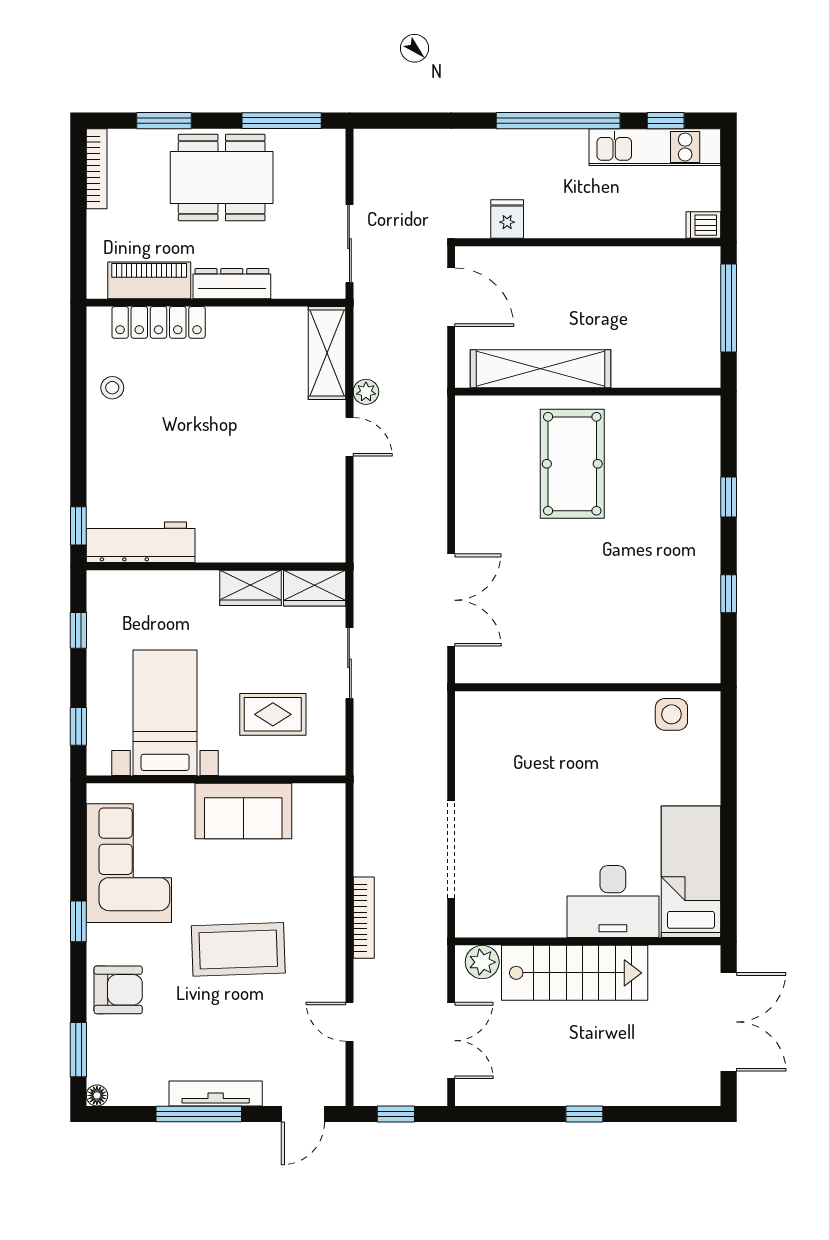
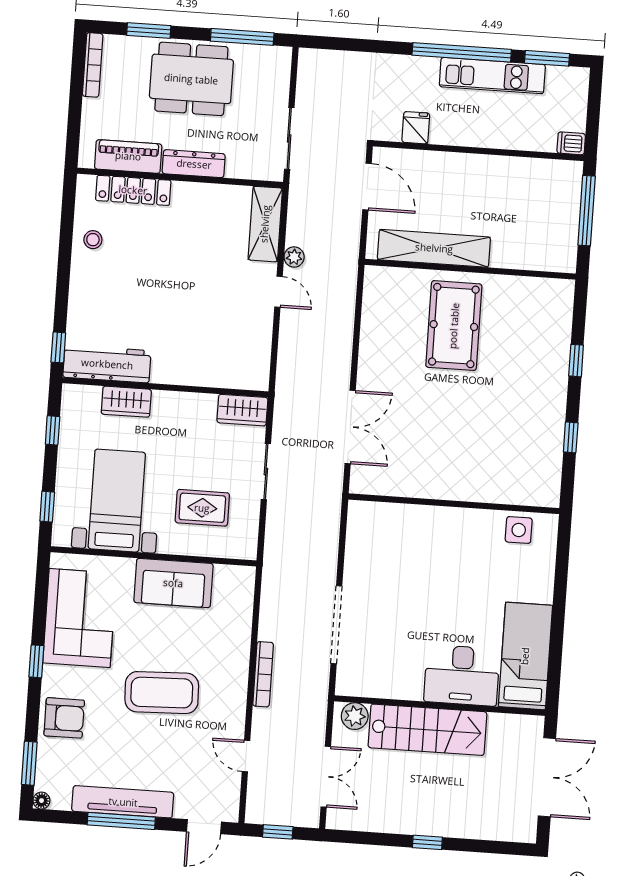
window: (666, 121) -> (547, 58), width x1.50
kitchen unit: (655, 147) -> (492, 76), moved
wardrobe: (251, 588) -> (126, 402), moved
tv unit: (216, 1093) -> (123, 802), width x1.36, depth x1.29

